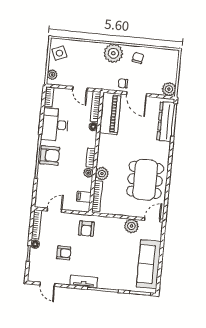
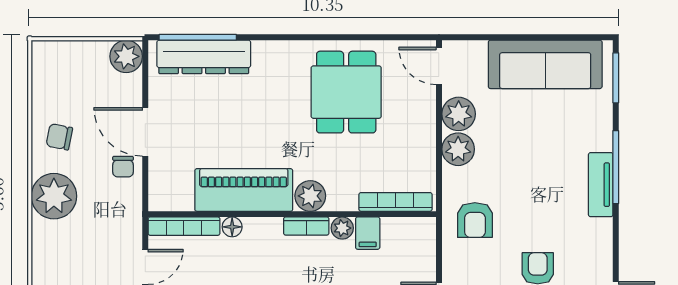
door: (137, 94) -> (145, 132), swing flipped
piano: (110, 113) -> (244, 190), moved
plant: (102, 174) -> (310, 196), moved
dining table: (145, 180) -> (346, 92), width x0.73
filing cabinet: (84, 197) -> (368, 233), moved
plant: (117, 224) -> (458, 149), added
armchair: (86, 229) -> (475, 220), turned 90
tv unit: (84, 281) -> (601, 185), moved

